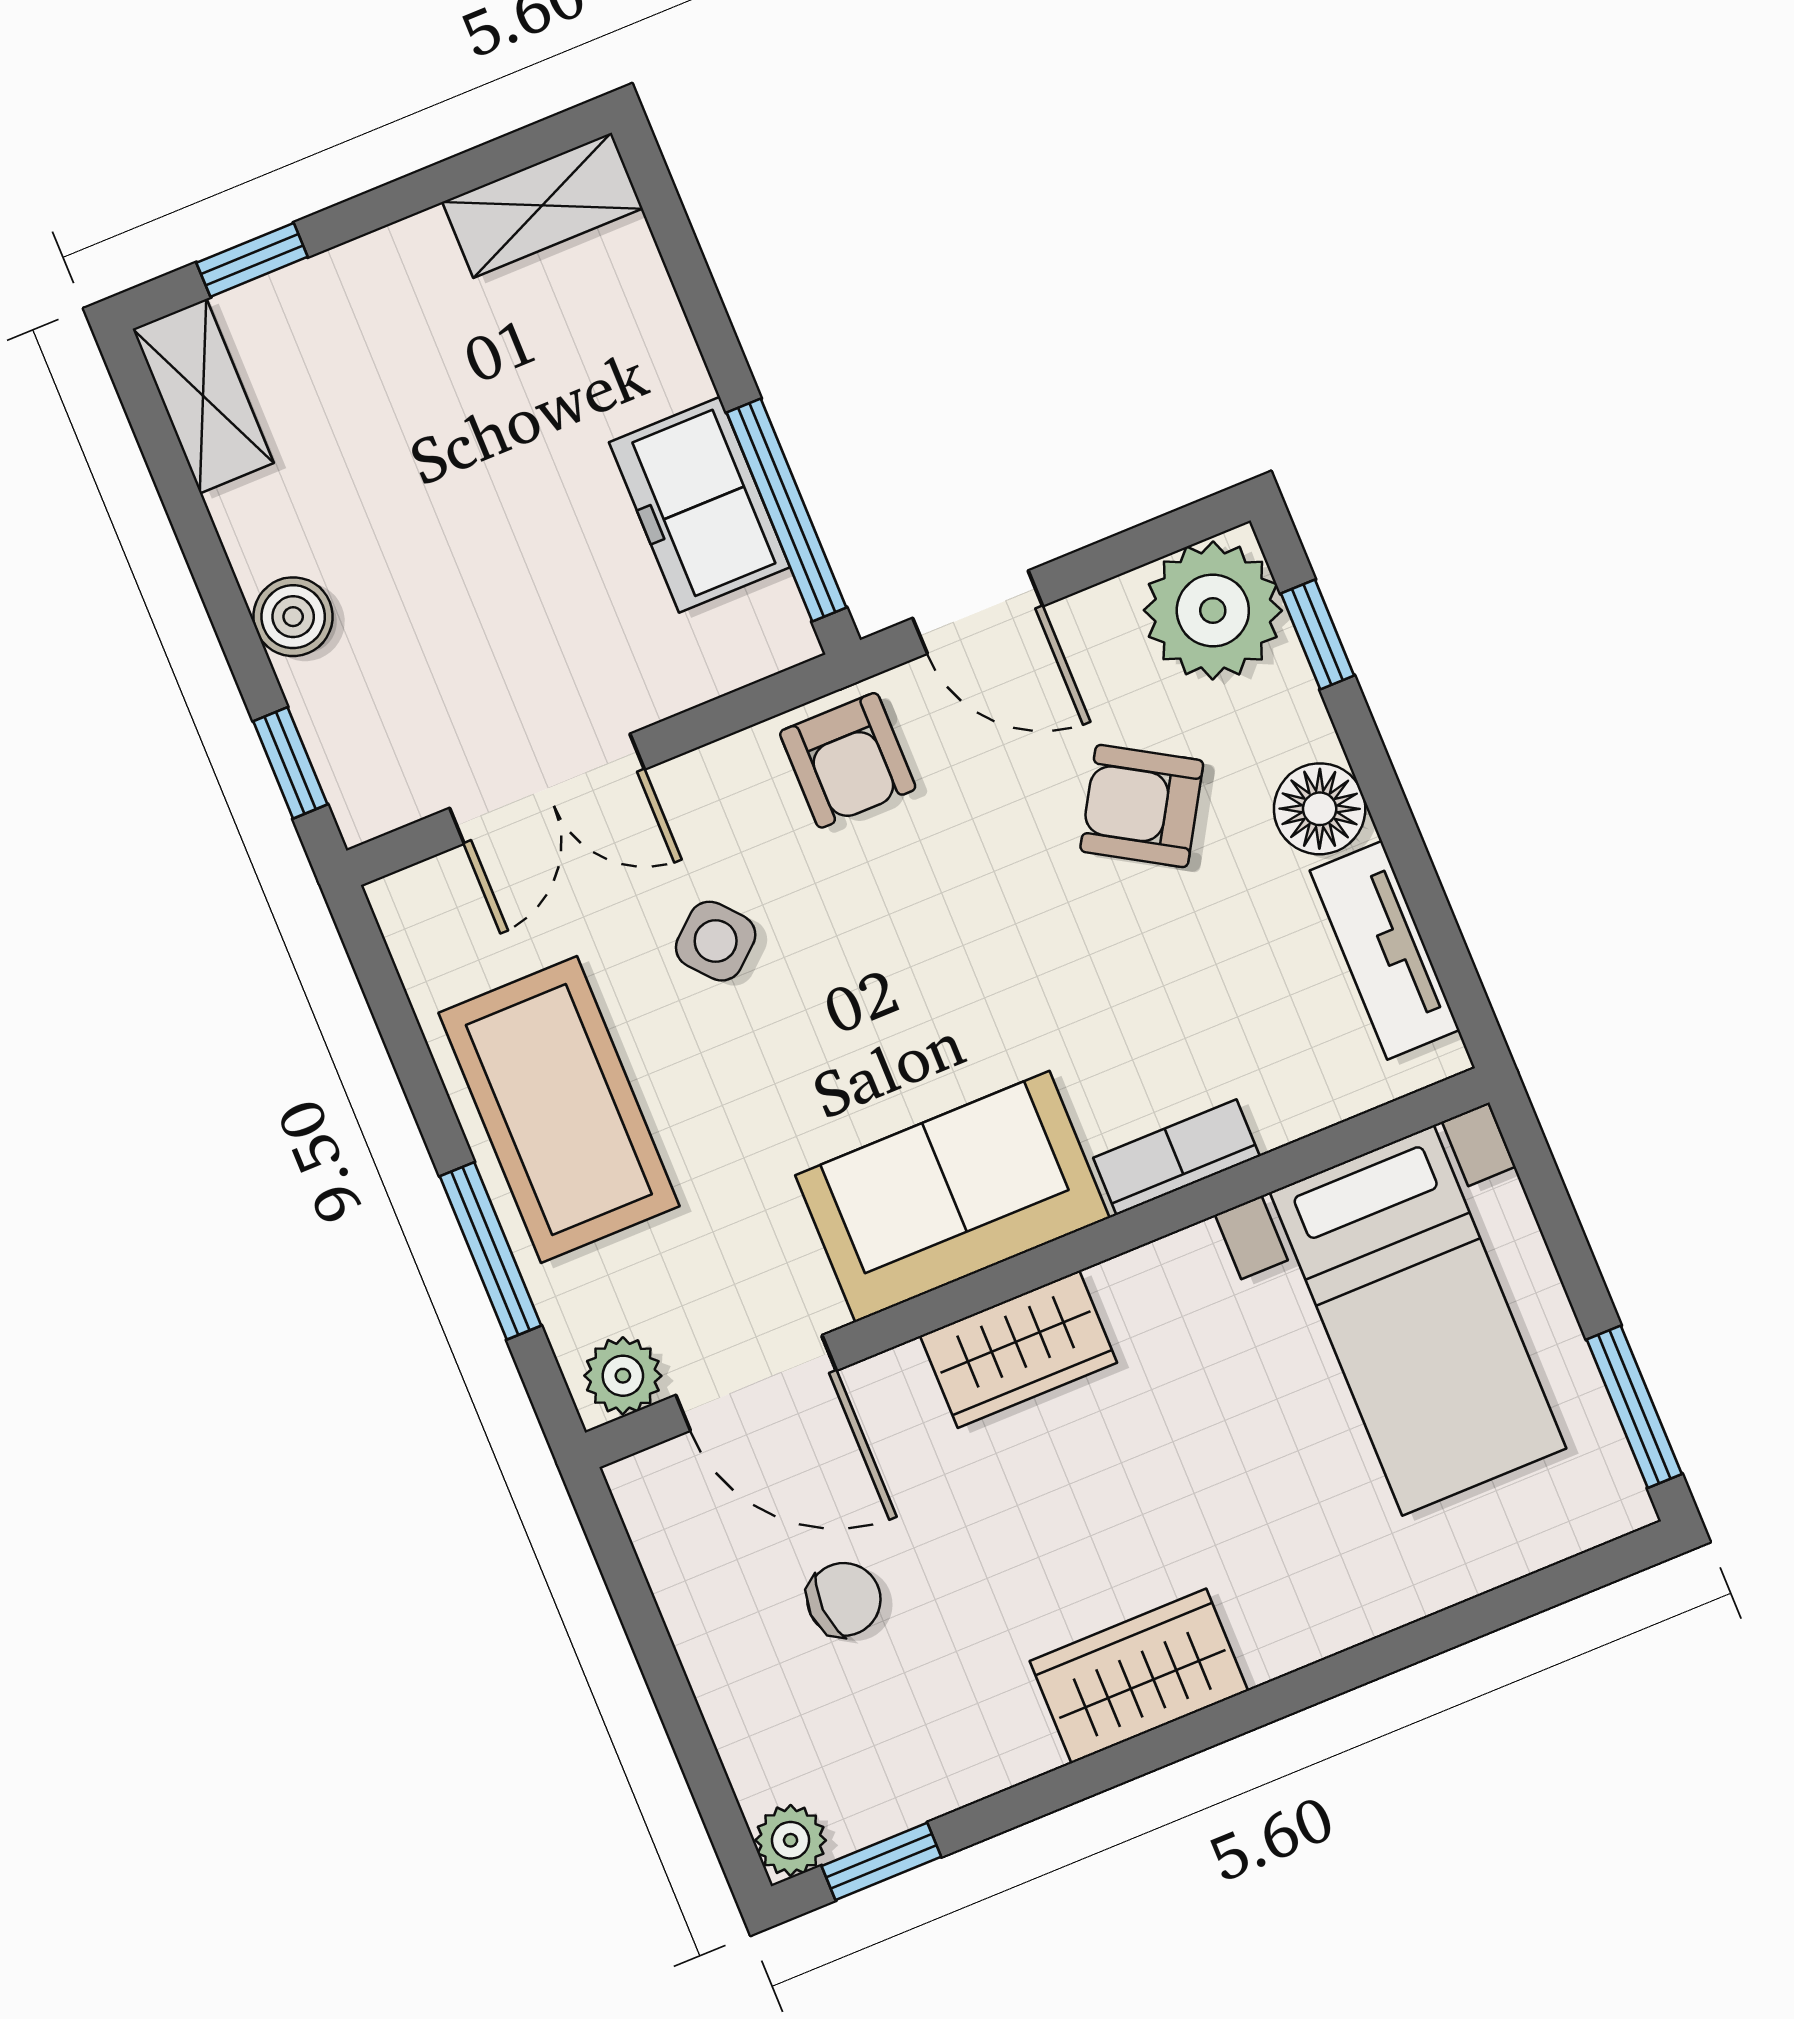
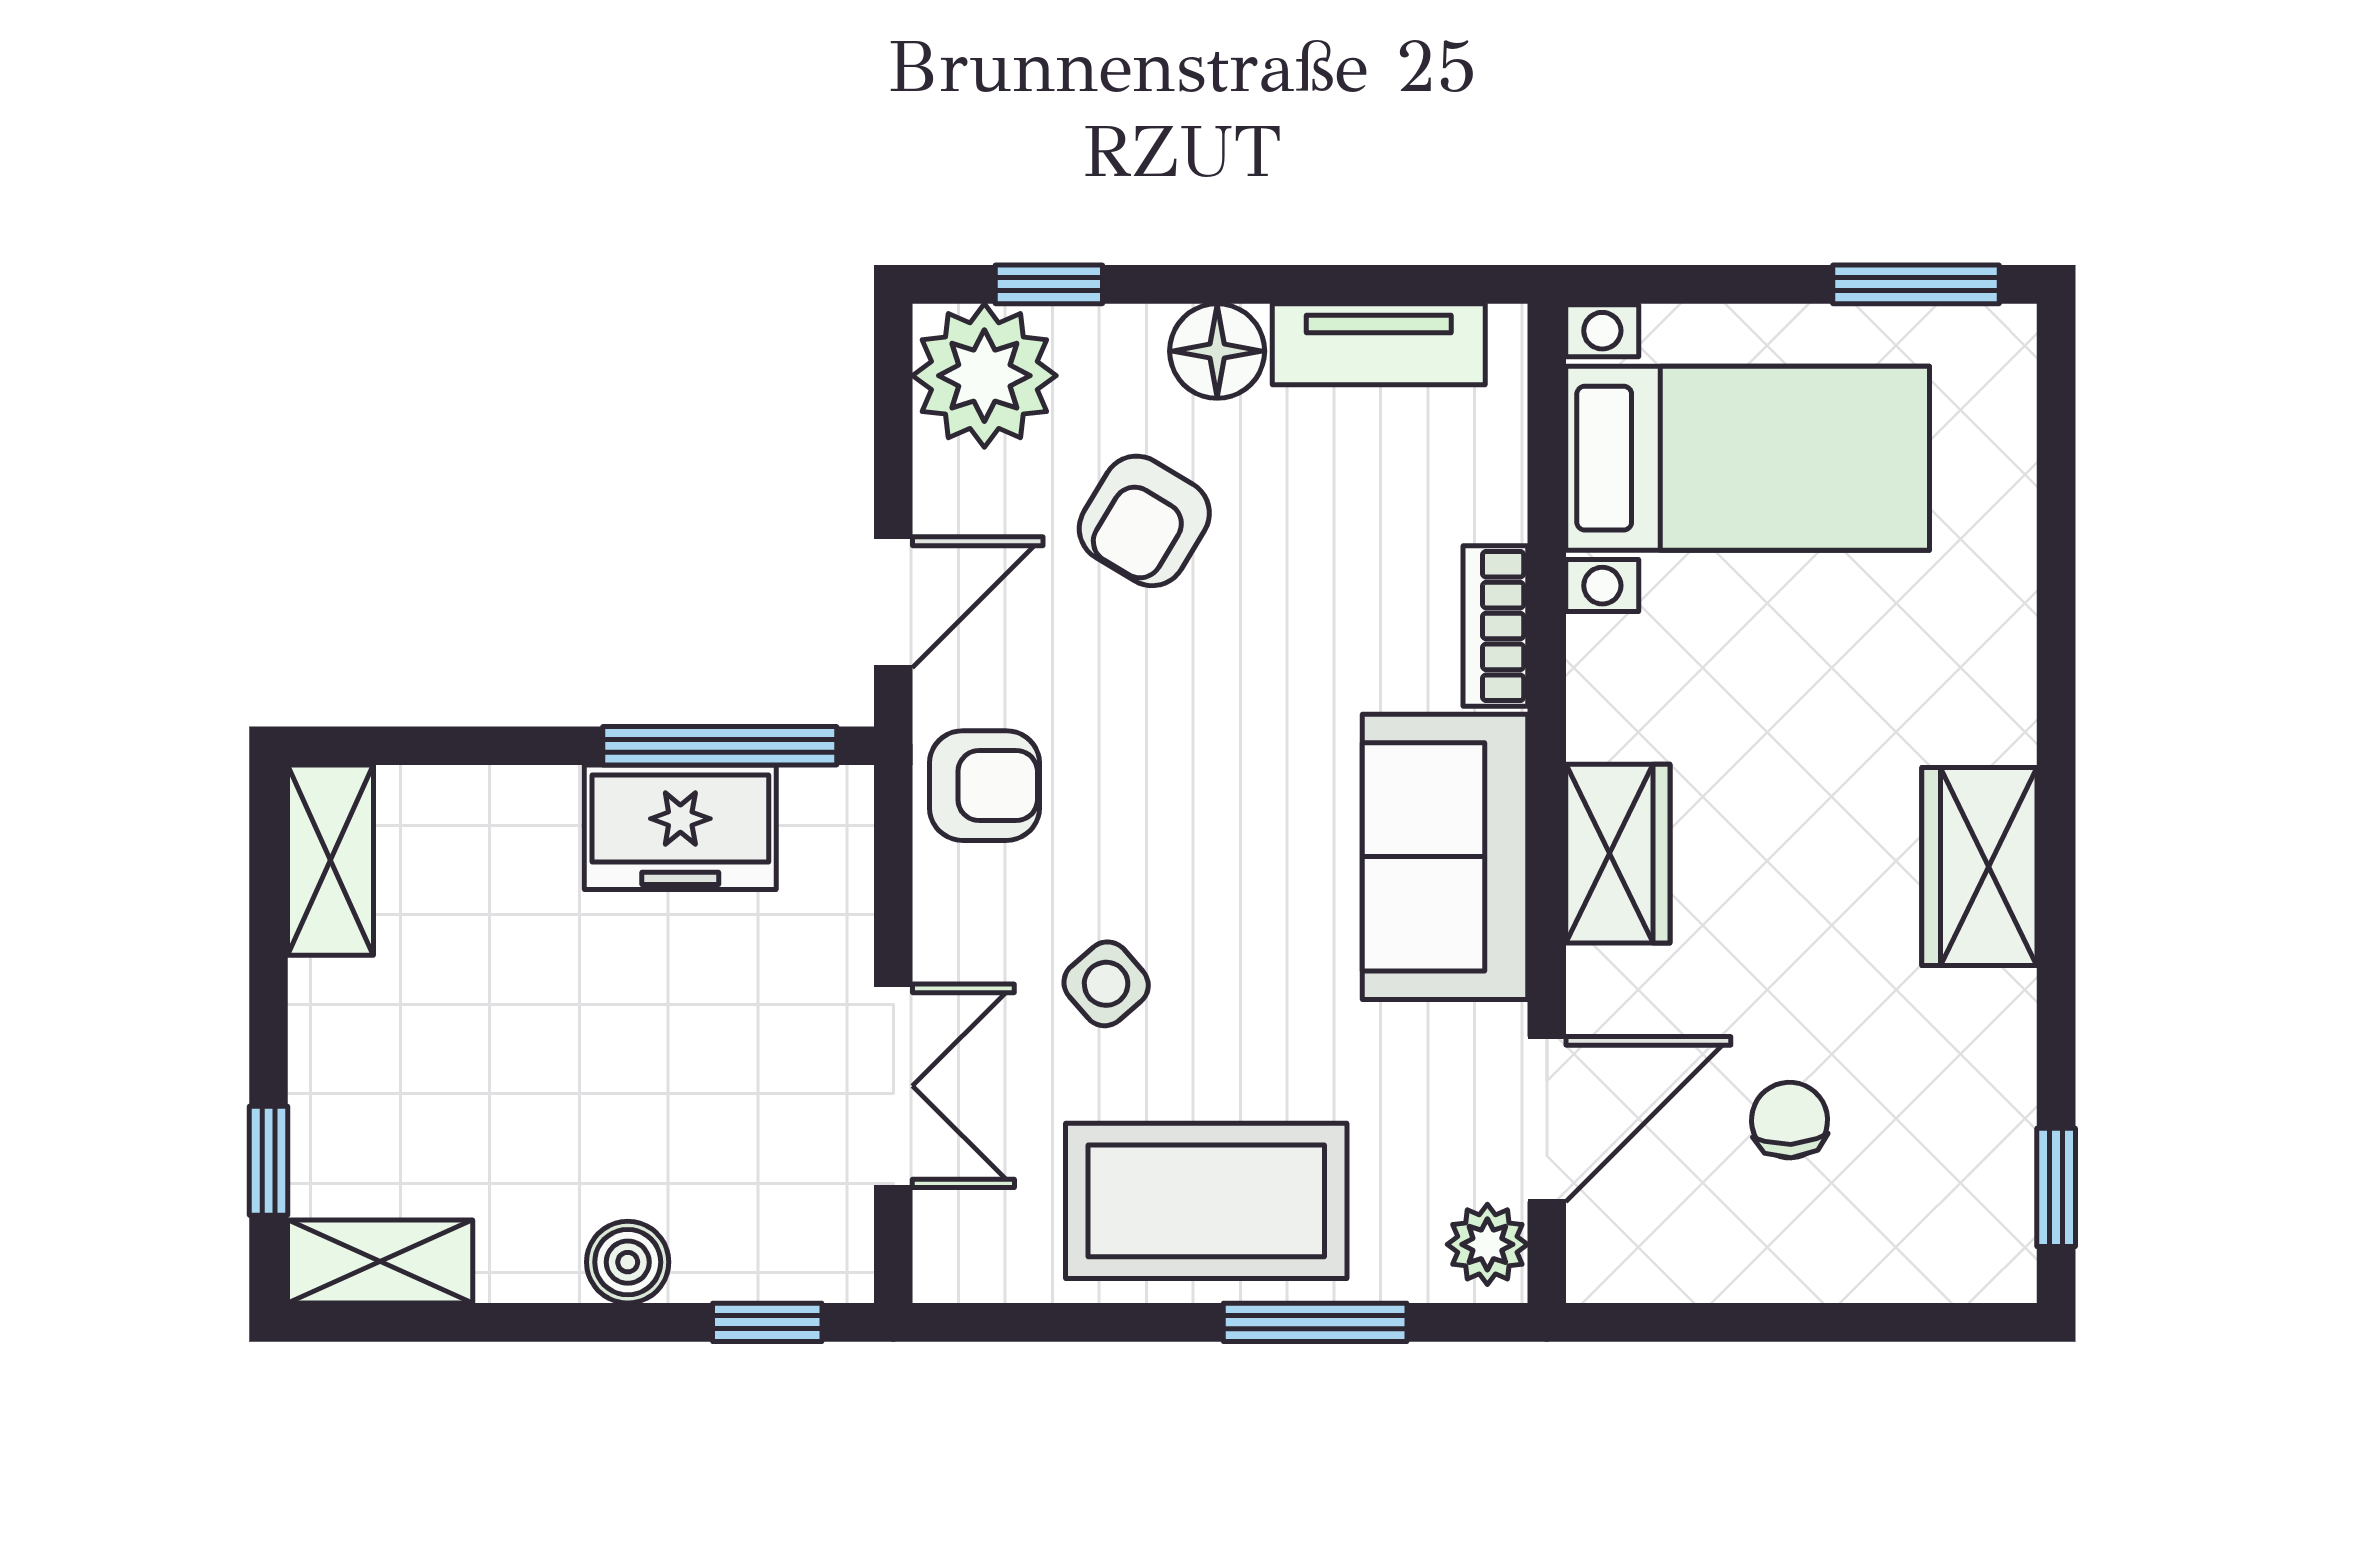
plant: (791, 1840) -> (2000, 1266), removed

